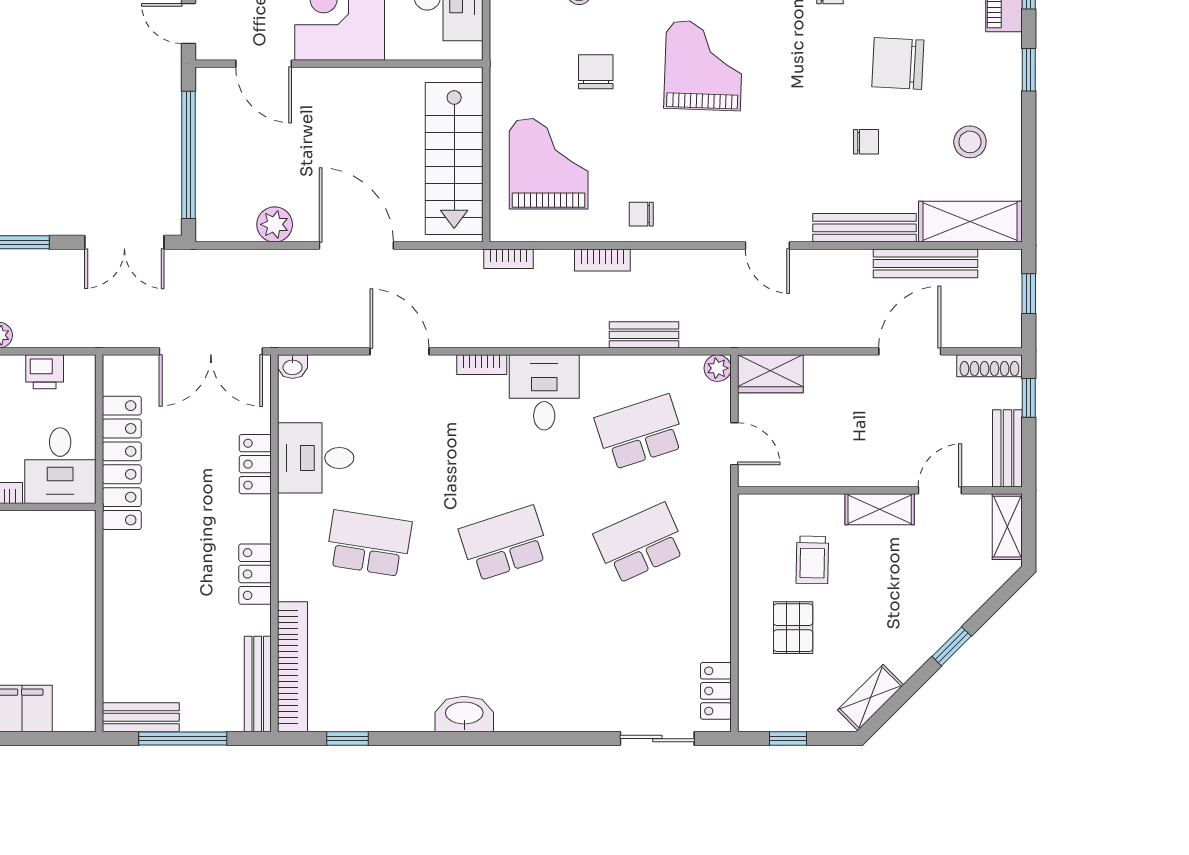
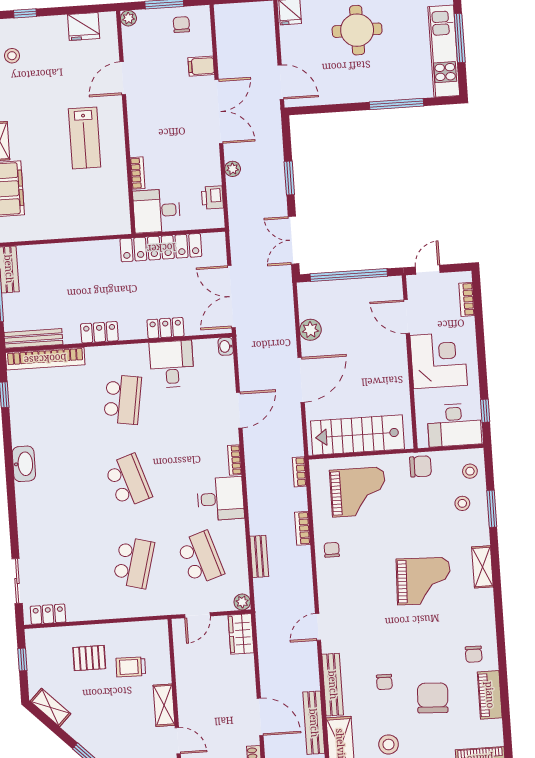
door: (264, 64) -> (407, 317), hinge flipped
chair: (596, 72) -> (421, 466), moved
school desk: (640, 543) -> (134, 563), turned 39

